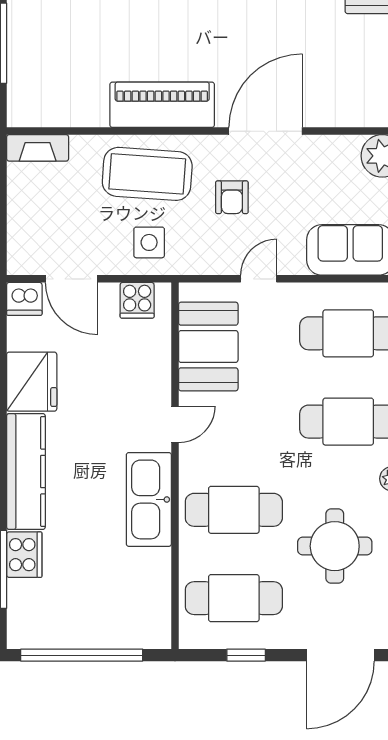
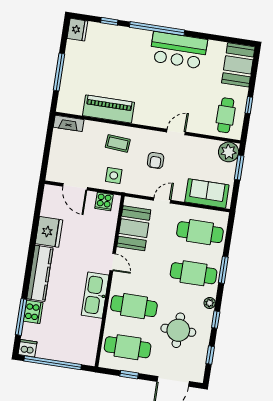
cafe table: (364, 80) -> (226, 115), added
piano: (162, 105) -> (109, 109), moved
door: (266, 131) -> (176, 132), width x0.53
coffee table: (147, 174) -> (118, 143), width x0.54, depth x0.58
dishwasher: (24, 299) -> (28, 348), moved, turned 180
door: (175, 424) -> (113, 262), hinge flipped

